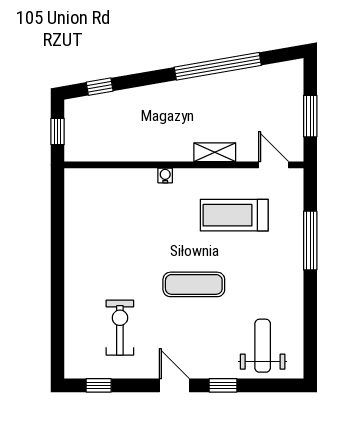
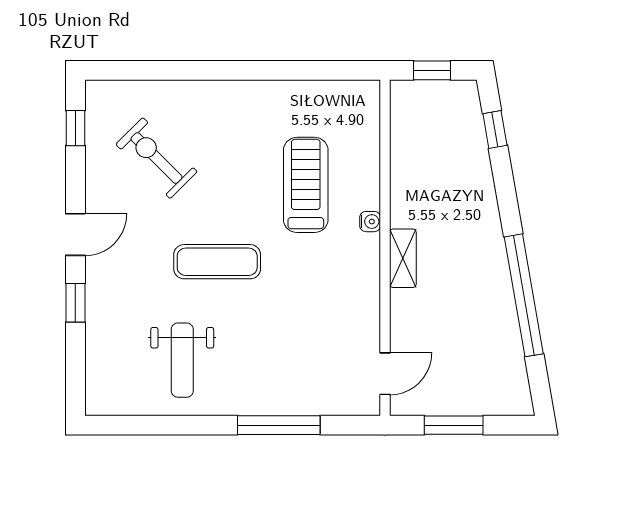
shelving: (215, 152) -> (403, 258), moved
treadmill: (234, 215) -> (306, 185), moved
exercise mat: (194, 284) -> (217, 262), turned 90
exercise bike: (120, 328) -> (156, 158), turned -135
weight bench: (263, 346) -> (182, 360), moved, turned 90

